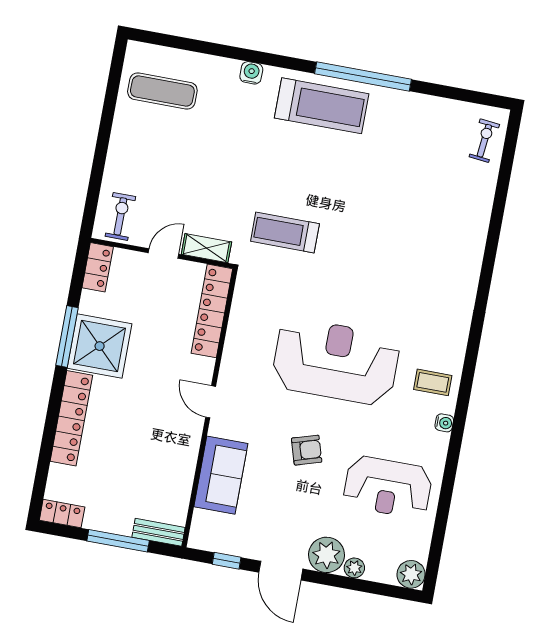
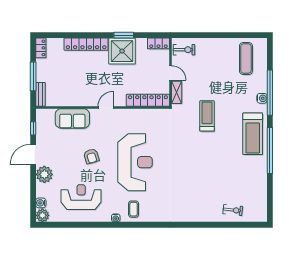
window: (243, 54) -> (270, 93), added
exercise bike: (484, 141) -> (233, 210), moved
treadmill: (285, 232) -> (207, 116), moved
window: (67, 336) -> (124, 35), width x0.69
reception desk: (388, 487) -> (81, 197), turned 90
plant: (354, 568) -> (41, 188), removed
water cooler: (384, 573) -> (41, 203), added

